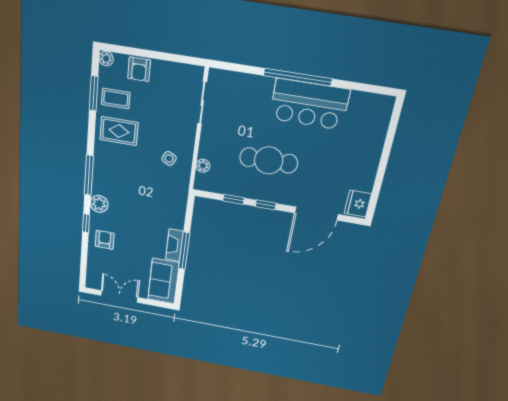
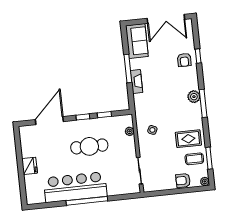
armchair: (139, 69) -> (183, 180), turned -90
bar counter: (309, 104) -> (75, 187), width x1.36
plant: (99, 204) -> (194, 97), moved
fridge: (358, 204) -> (30, 166), moved
window: (86, 223) -> (198, 56), moved
fireplace: (174, 245) -> (136, 81), moved
double door: (119, 296) -> (166, 19), width x1.37

